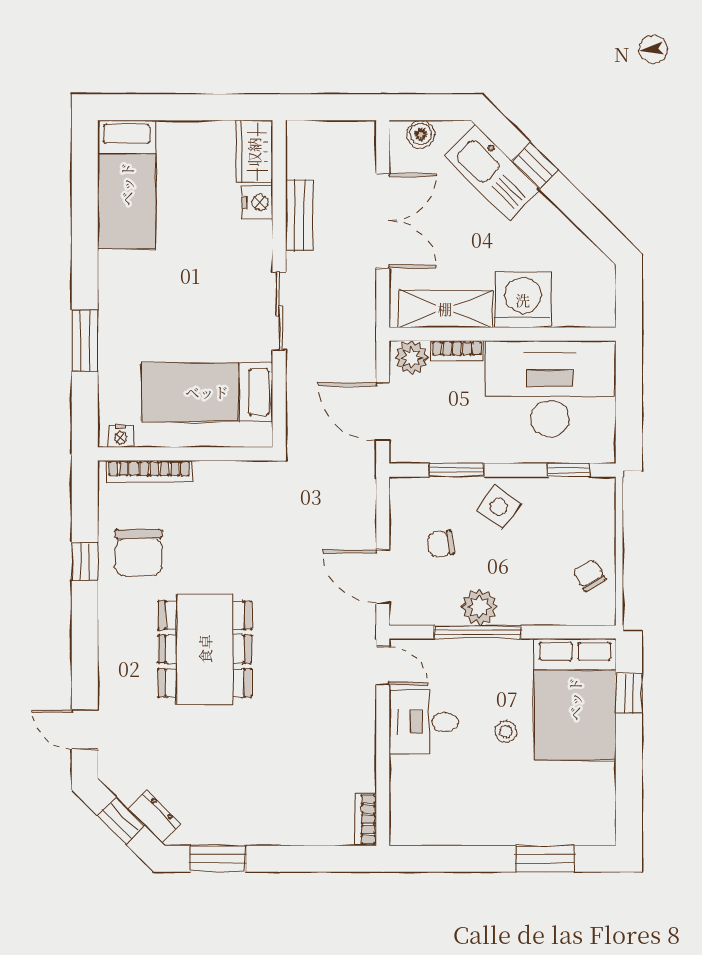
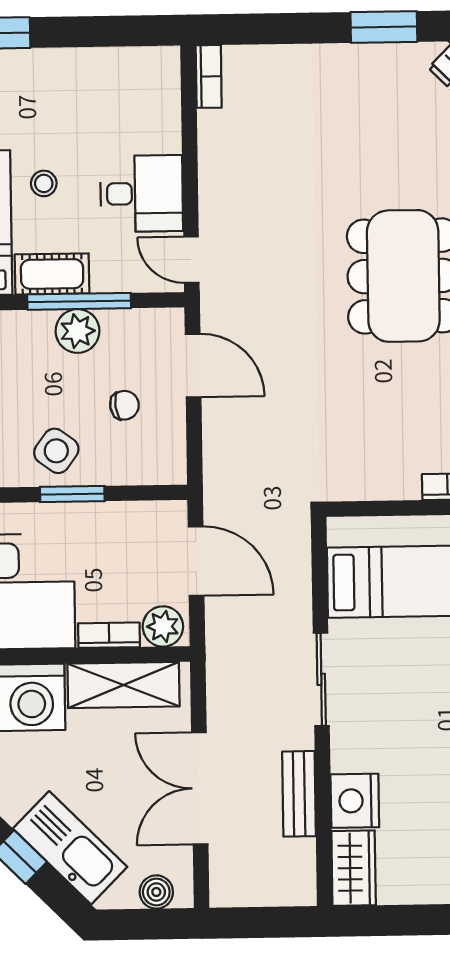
nightstand: (257, 202) -> (355, 801), width x1.36, depth x1.33
window: (456, 470) -> (72, 494), moved
cot: (500, 655) -> (52, 274), added

